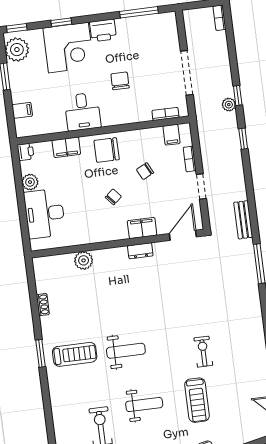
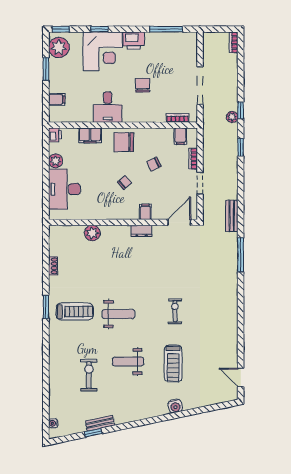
filing cabinet: (142, 228) -> (145, 212), width x0.50
exercise bike: (203, 352) -> (175, 311), moved
weight bench: (144, 404) -> (128, 361), turned 180

